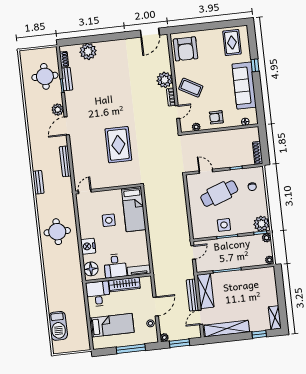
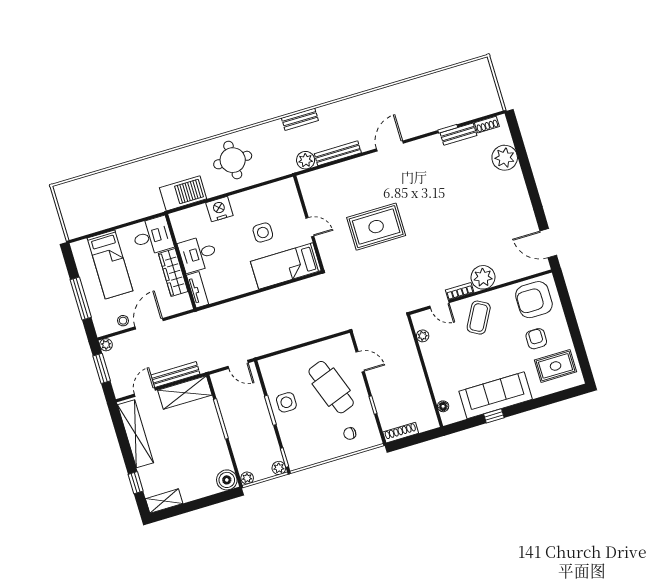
window: (255, 65) -> (494, 416), moved
round table: (45, 76) -> (457, 101), removed
plant: (58, 110) -> (306, 160), moved
armchair: (216, 117) -> (536, 339), moved
door: (67, 126) -> (390, 146), hinge flipped
door: (206, 171) -> (360, 362), hinge flipped
door: (85, 191) -> (310, 227), moved
plant: (262, 224) -> (298, 457), removed
floor lamp: (91, 269) -> (187, 219), removed
boiler: (268, 274) -> (227, 480), added
door: (156, 306) -> (149, 324), swing flipped
door: (200, 317) -> (145, 392), hinge flipped
barbecue: (58, 326) -> (183, 193), moved, turned 180

